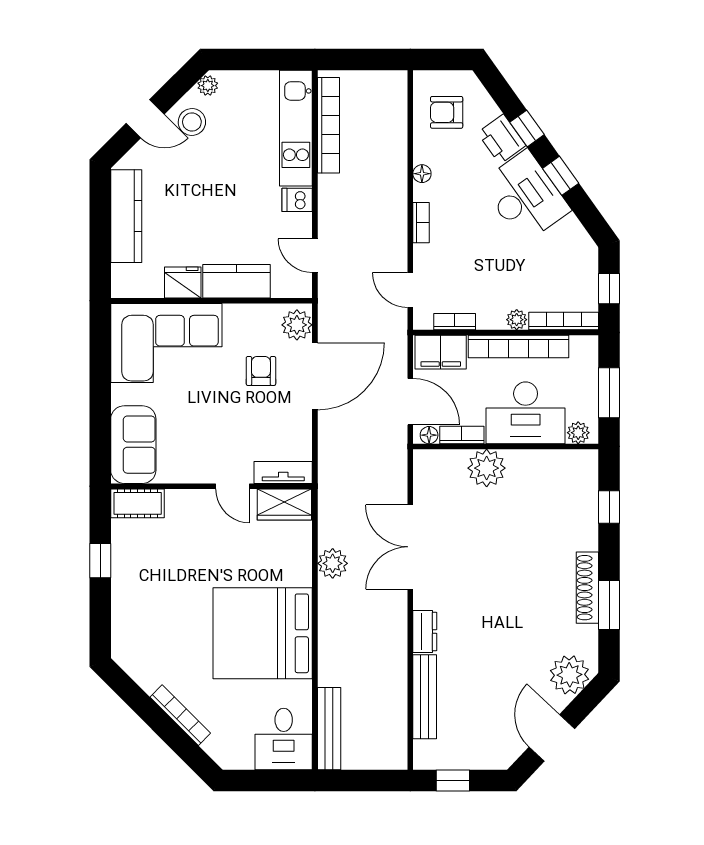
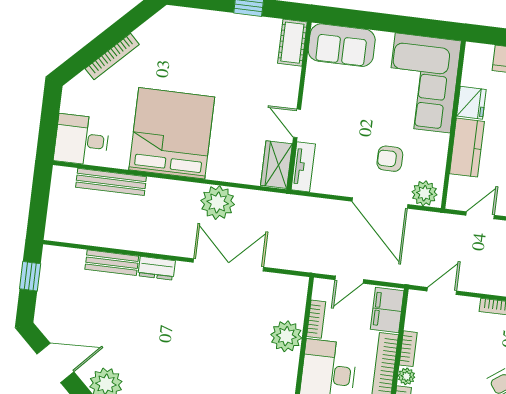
bookcase: (455, 322) -> (408, 349), moved
armchair: (261, 371) -> (390, 159), turned 180
door: (410, 402) -> (349, 280), width x0.73
floor lamp: (429, 435) -> (319, 292), removed
door: (233, 486) -> (297, 123), hinge flipped
plant: (333, 563) -> (218, 203), width x1.36, depth x1.36
bench: (425, 697) -> (112, 263), width x0.73
bench: (329, 729) -> (111, 182), moved

